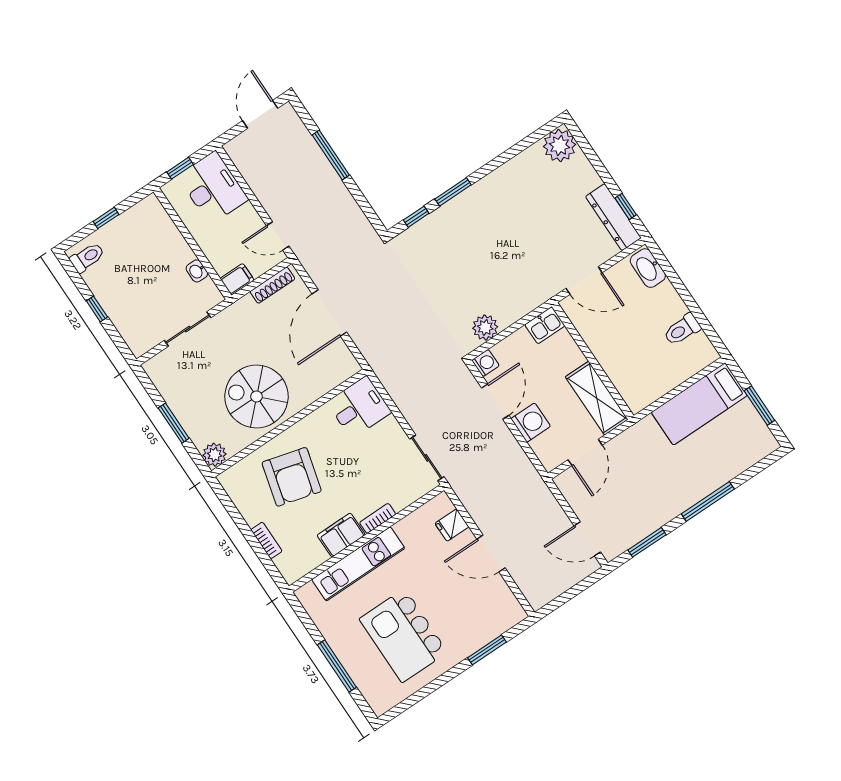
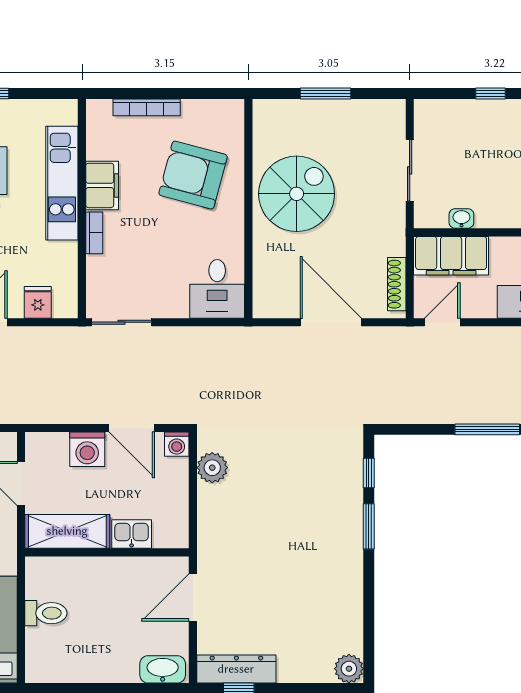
plant: (560, 146) -> (349, 669), width x0.73, depth x0.73
filing cabinet: (237, 279) -> (451, 256), width x3.00, depth x1.17
kitchen sink: (545, 325) -> (132, 534), moved, turned 90
toilet: (682, 330) -> (46, 613), moved, turned 90
plant: (215, 455) -> (267, 113), removed
bookcase: (266, 540) -> (147, 107), width x1.56

